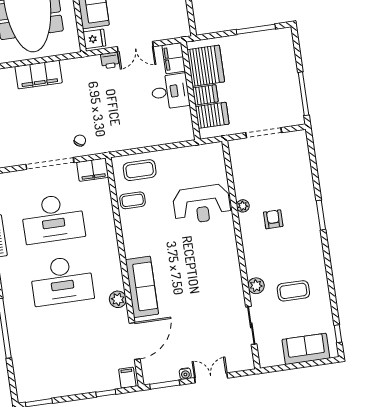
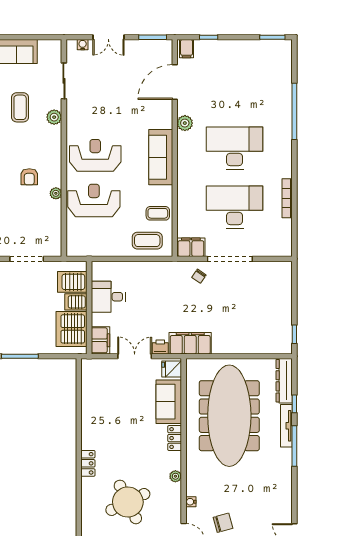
filing cabinet: (39, 75) -> (190, 343), moved
desk: (170, 91) -> (108, 297), moved
reception desk: (207, 252) -> (95, 155), added
sofa: (142, 287) -> (161, 157), moved
coffee table: (293, 291) -> (20, 107), turned 90
water cooler: (185, 374) -> (83, 45), moved

